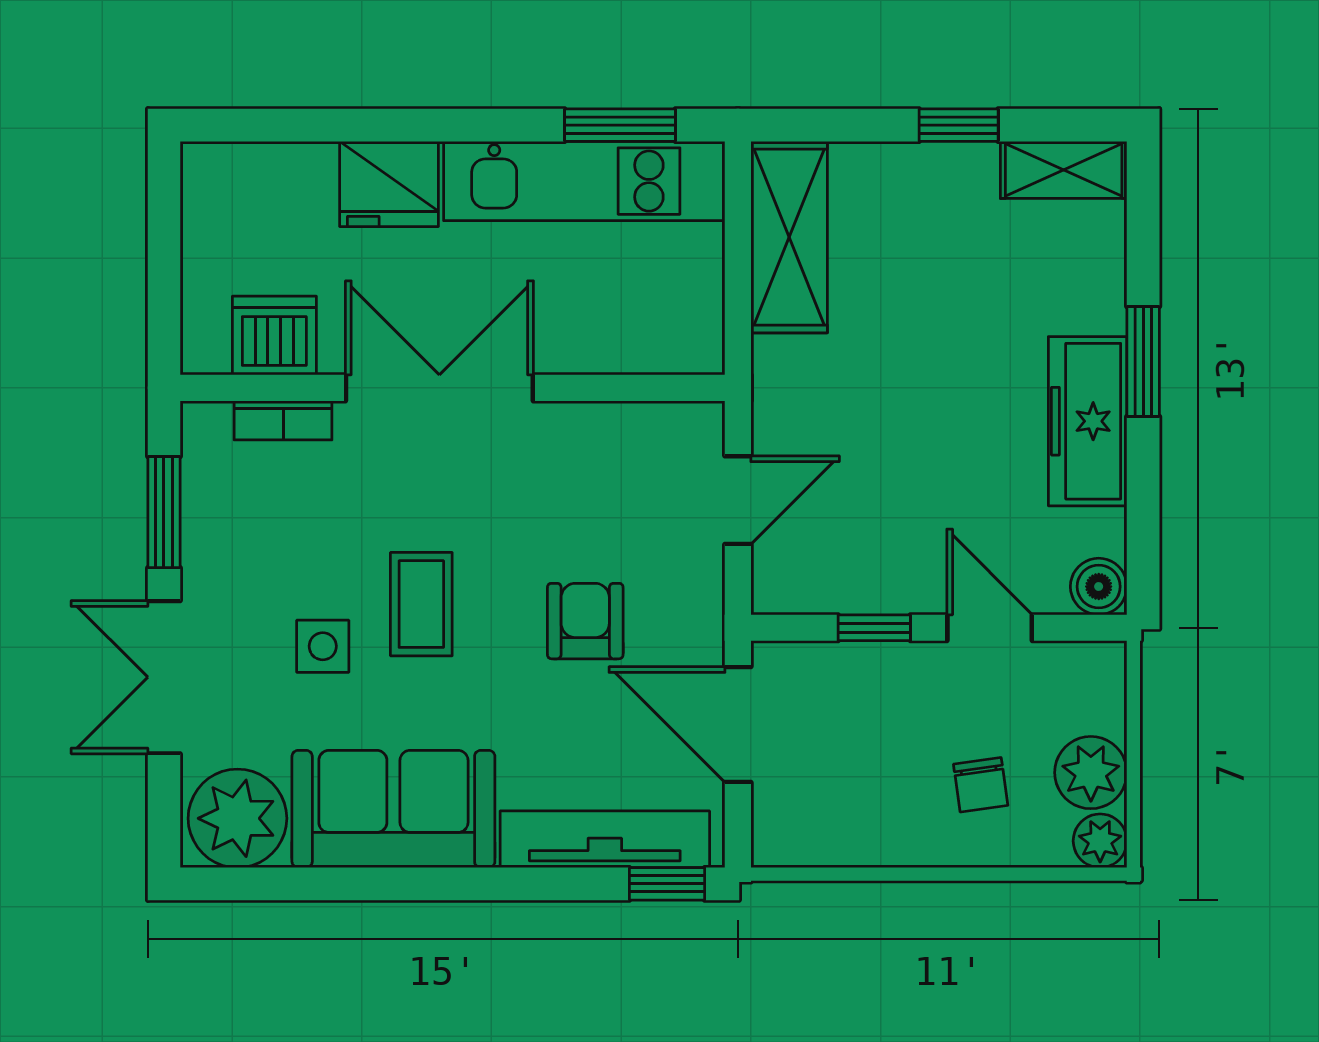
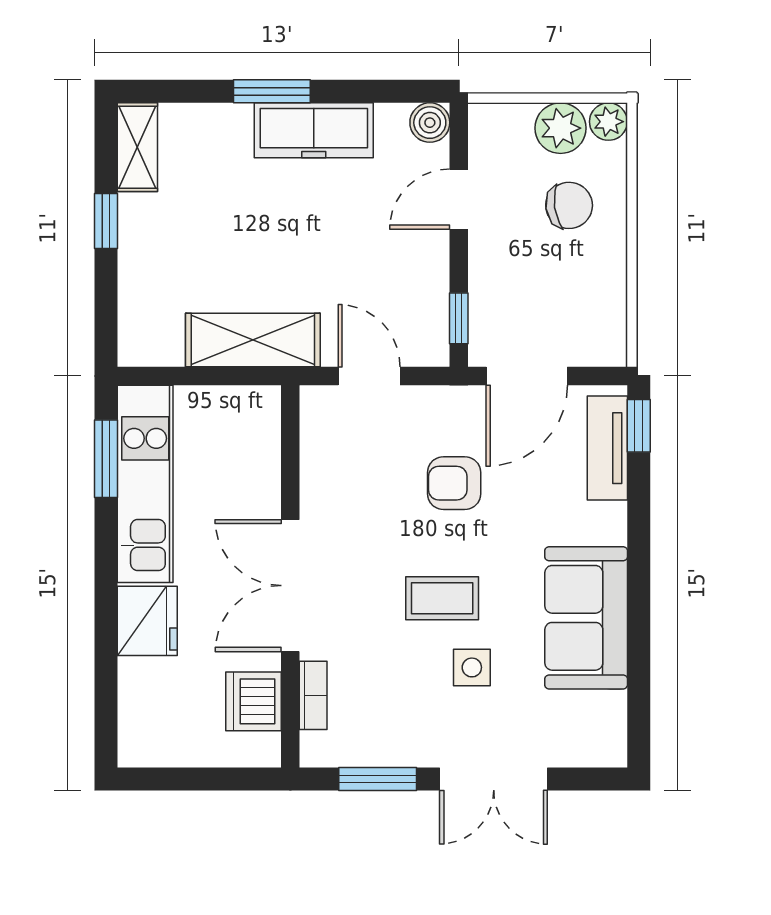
shelving: (789, 237) -> (253, 340), moved
window: (874, 628) -> (459, 318), moved
chair: (981, 785) -> (569, 205), width x1.37, depth x1.37
plant: (237, 818) -> (593, 727), removed
tv unit: (605, 839) -> (607, 448), width x0.71

